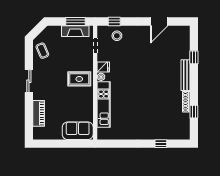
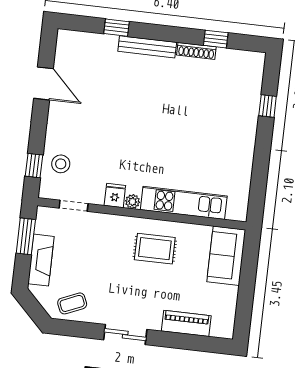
fireplace: (75, 31) -> (41, 260), moved
rug: (79, 79) -> (155, 249), moved, turned 90

